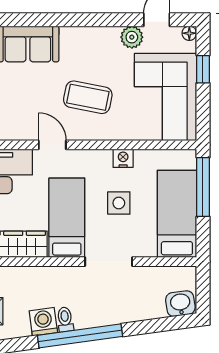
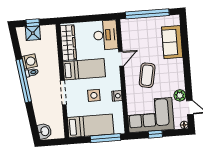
window: (203, 69) -> (155, 134), moved

